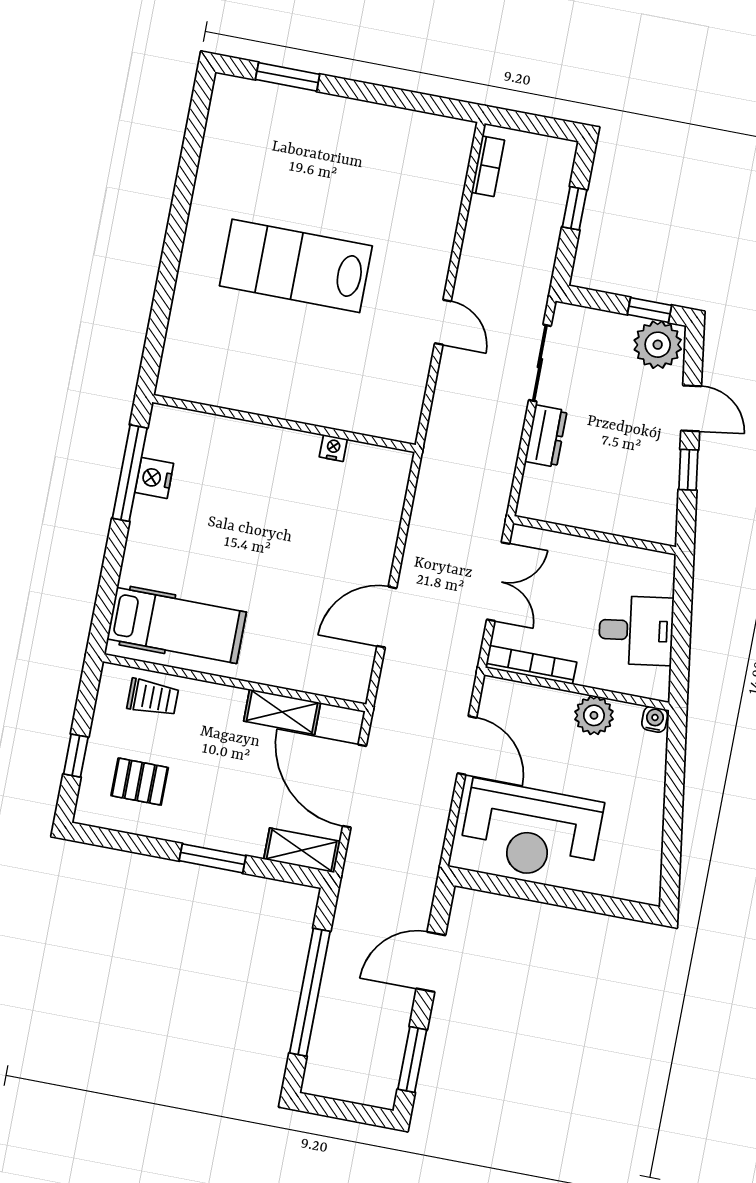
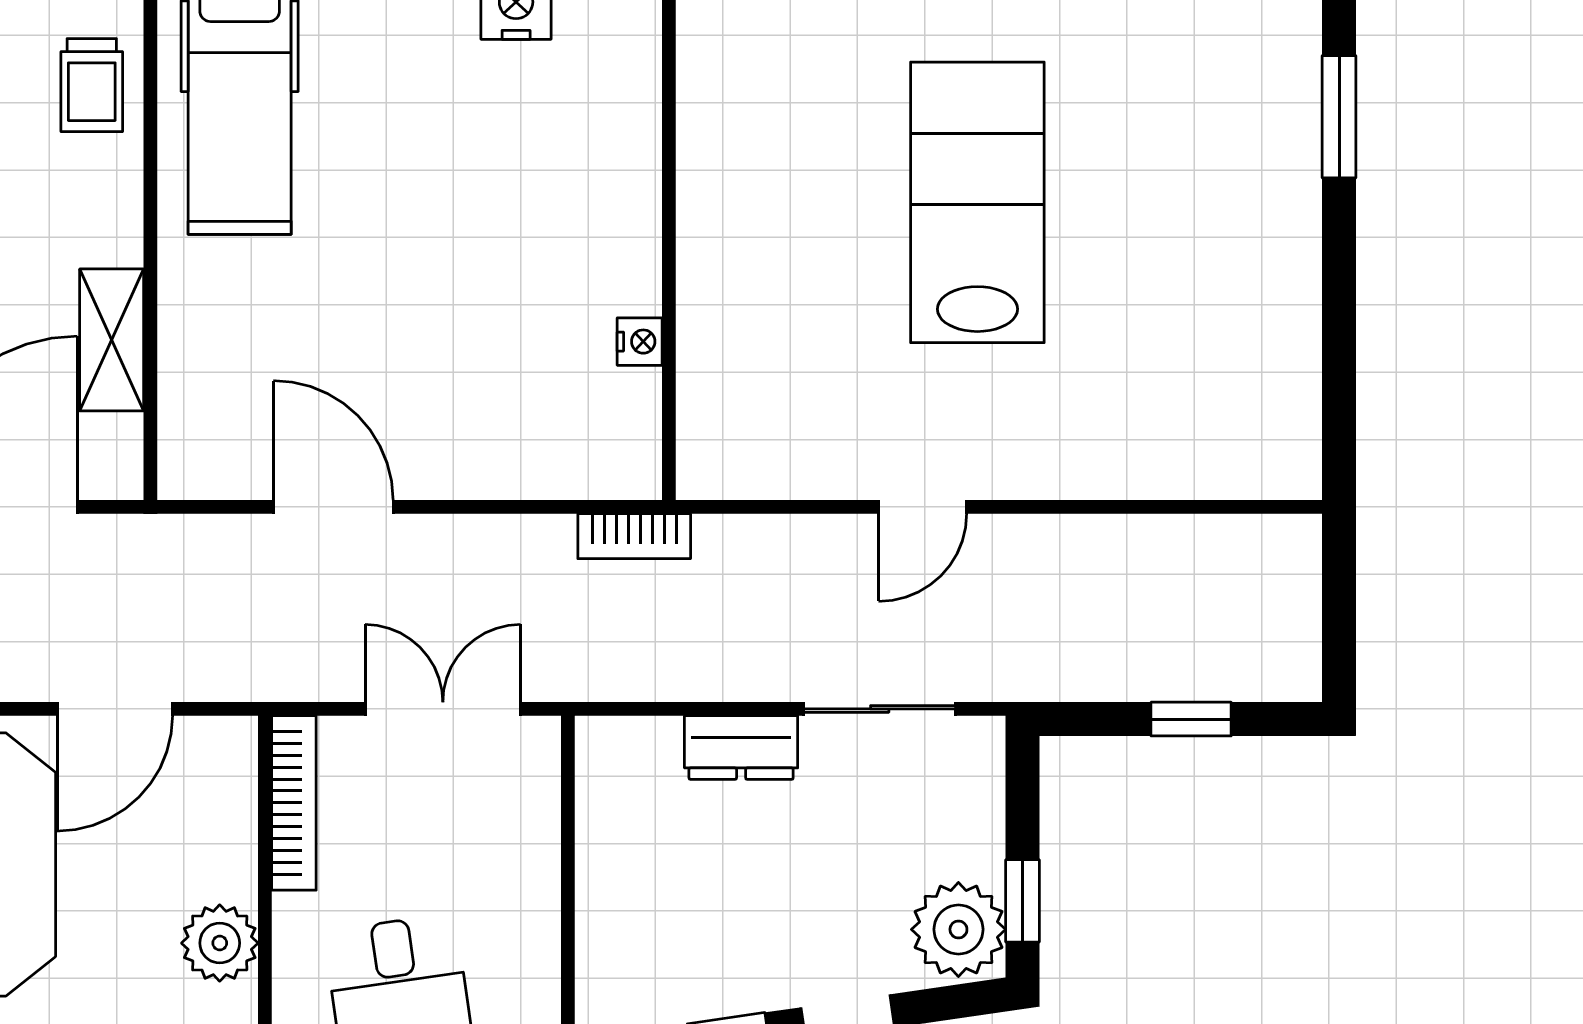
bookcase: (488, 166) -> (634, 536), moved
double door: (498, 582) -> (443, 709), swing flipped

